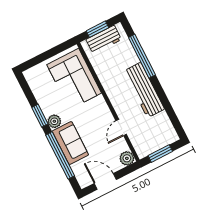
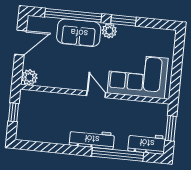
workbench: (104, 40) -> (147, 143), moved, turned 90
workbench: (144, 90) -> (92, 139), width x0.73, depth x0.76
door: (121, 127) -> (96, 94), moved
window: (160, 153) -> (14, 112), width x0.67

